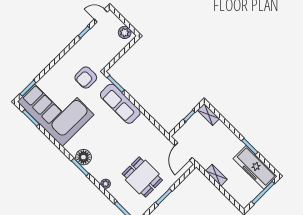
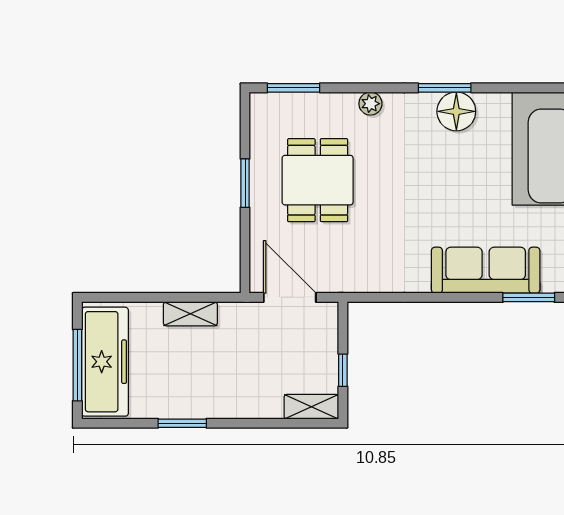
freezer: (255, 167) -> (105, 362), moved, turned 90
dining table: (142, 177) -> (318, 180), turned 90

